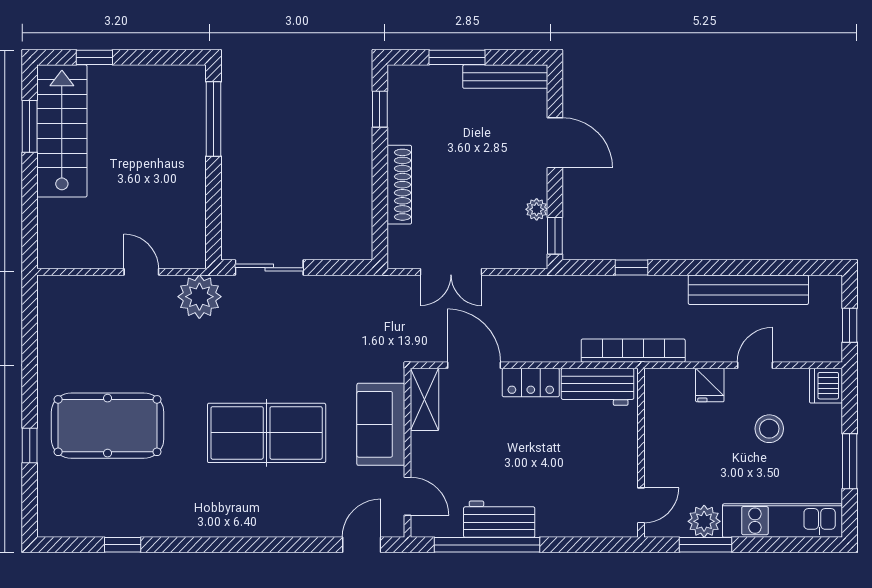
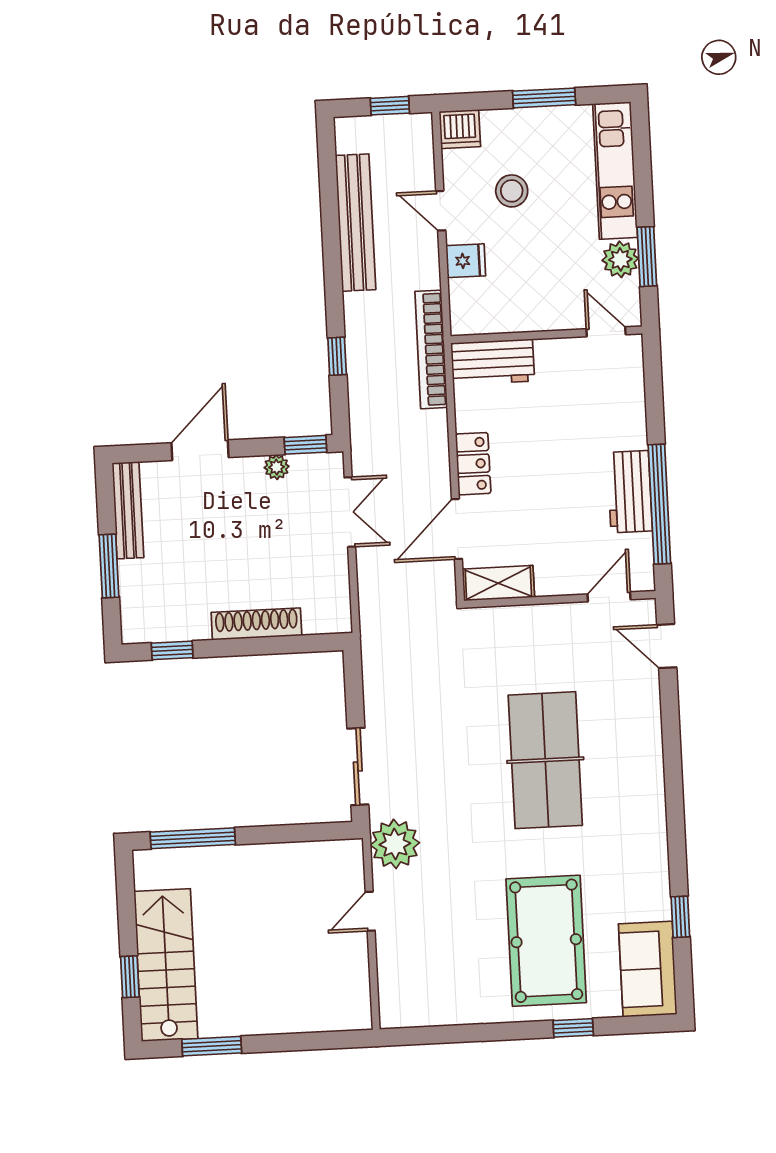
stairs: (62, 131) -> (166, 965), moved, turned 90
double door: (451, 272) -> (350, 512), moved
workbench: (598, 387) -> (493, 362), moved, turned 90
sofa: (381, 424) -> (648, 969), moved, turned 90

